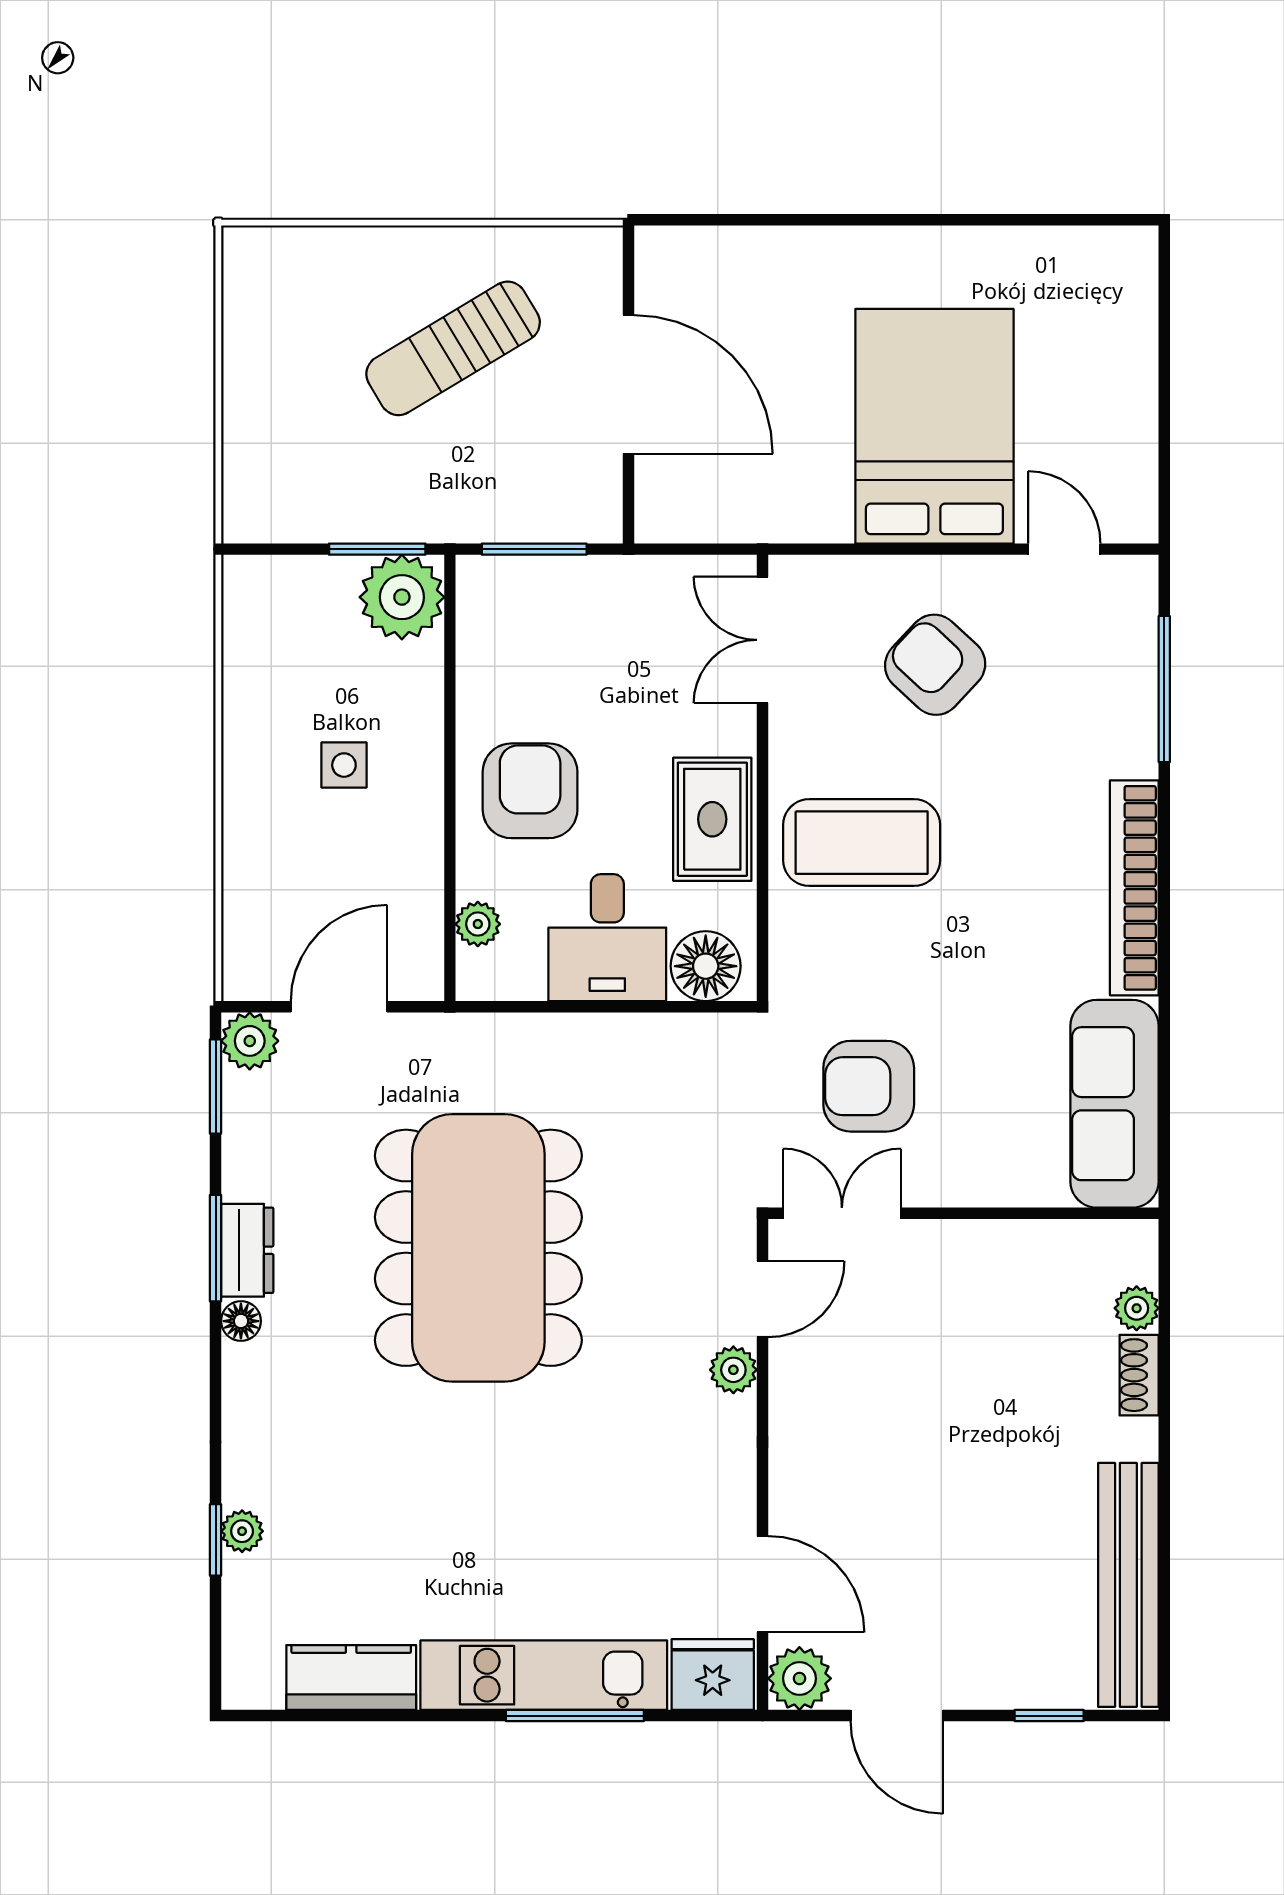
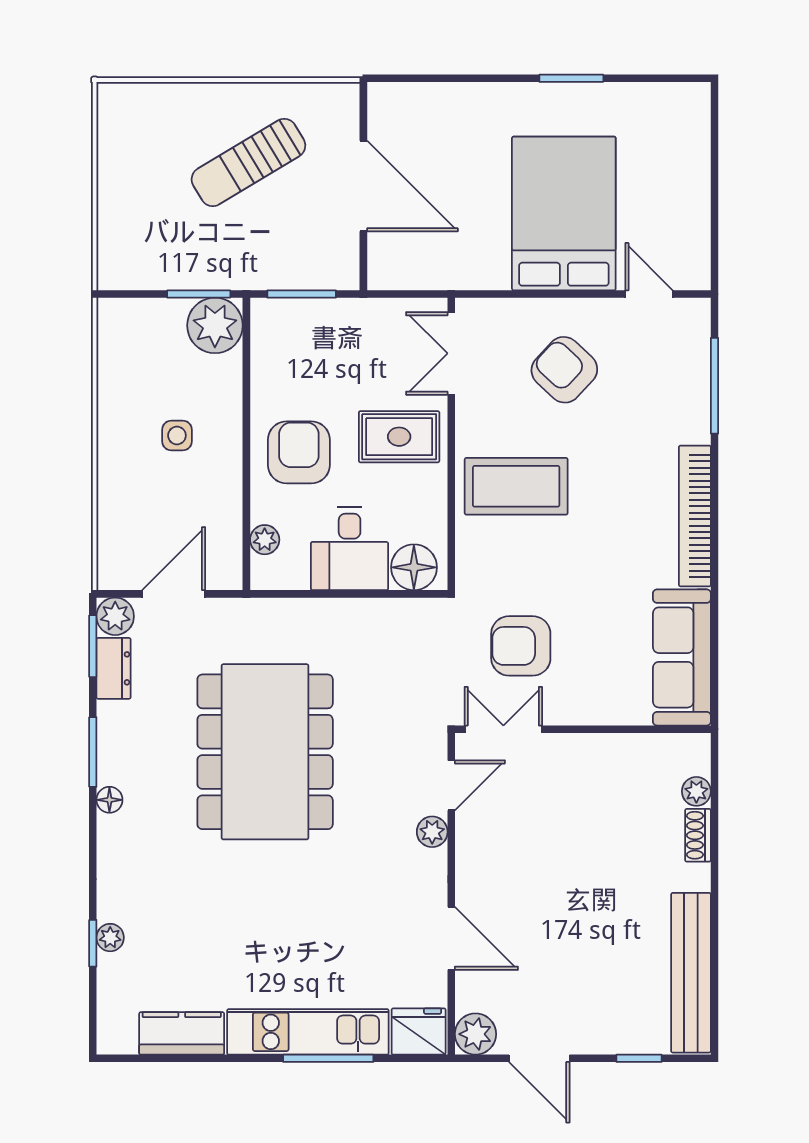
window: (946, 220) -> (571, 78), added
rug: (712, 819) -> (399, 437), moved, turned 90
dresser: (247, 1250) -> (114, 668), moved
door: (762, 1584) -> (451, 938), moved

